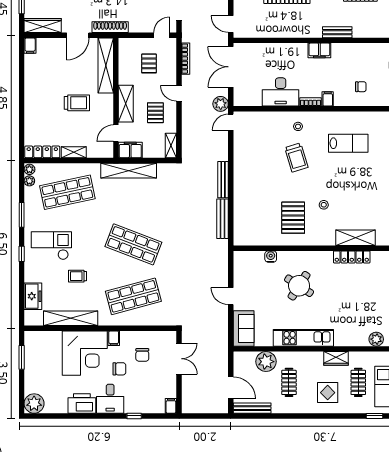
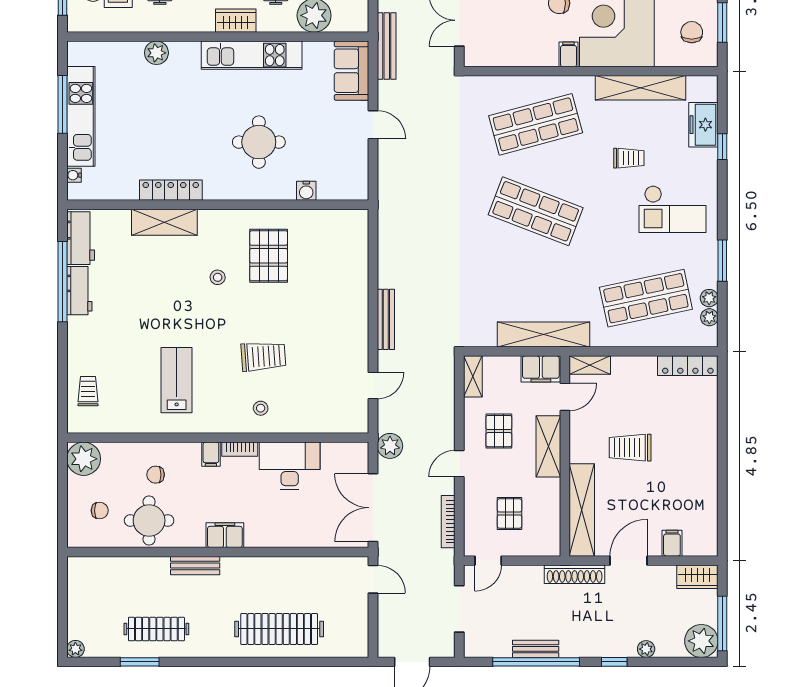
wardrobe: (43, 26) -> (697, 577), width x0.67
filing cabinet: (30, 46) -> (672, 543), moved
round table: (365, 59) -> (149, 521), added
double door: (231, 67) -> (373, 508), swing flipped
door: (179, 93) -> (459, 464), swing flipped
door: (231, 122) -> (373, 386), moved
lab bench: (348, 143) -> (177, 380), turned 90
shelving: (74, 152) -> (590, 365), moved
trolley: (296, 157) -> (263, 356), turned 103
plant: (29, 169) -> (709, 298), moved
bench: (223, 219) -> (387, 46), moved
window: (22, 254) -> (722, 147), moved
round table: (299, 286) -> (259, 142), turned -33
plant: (376, 339) -> (156, 53), moved
chair: (142, 355) -> (692, 32), moved
wardrobe: (336, 358) -> (236, 21), moved

